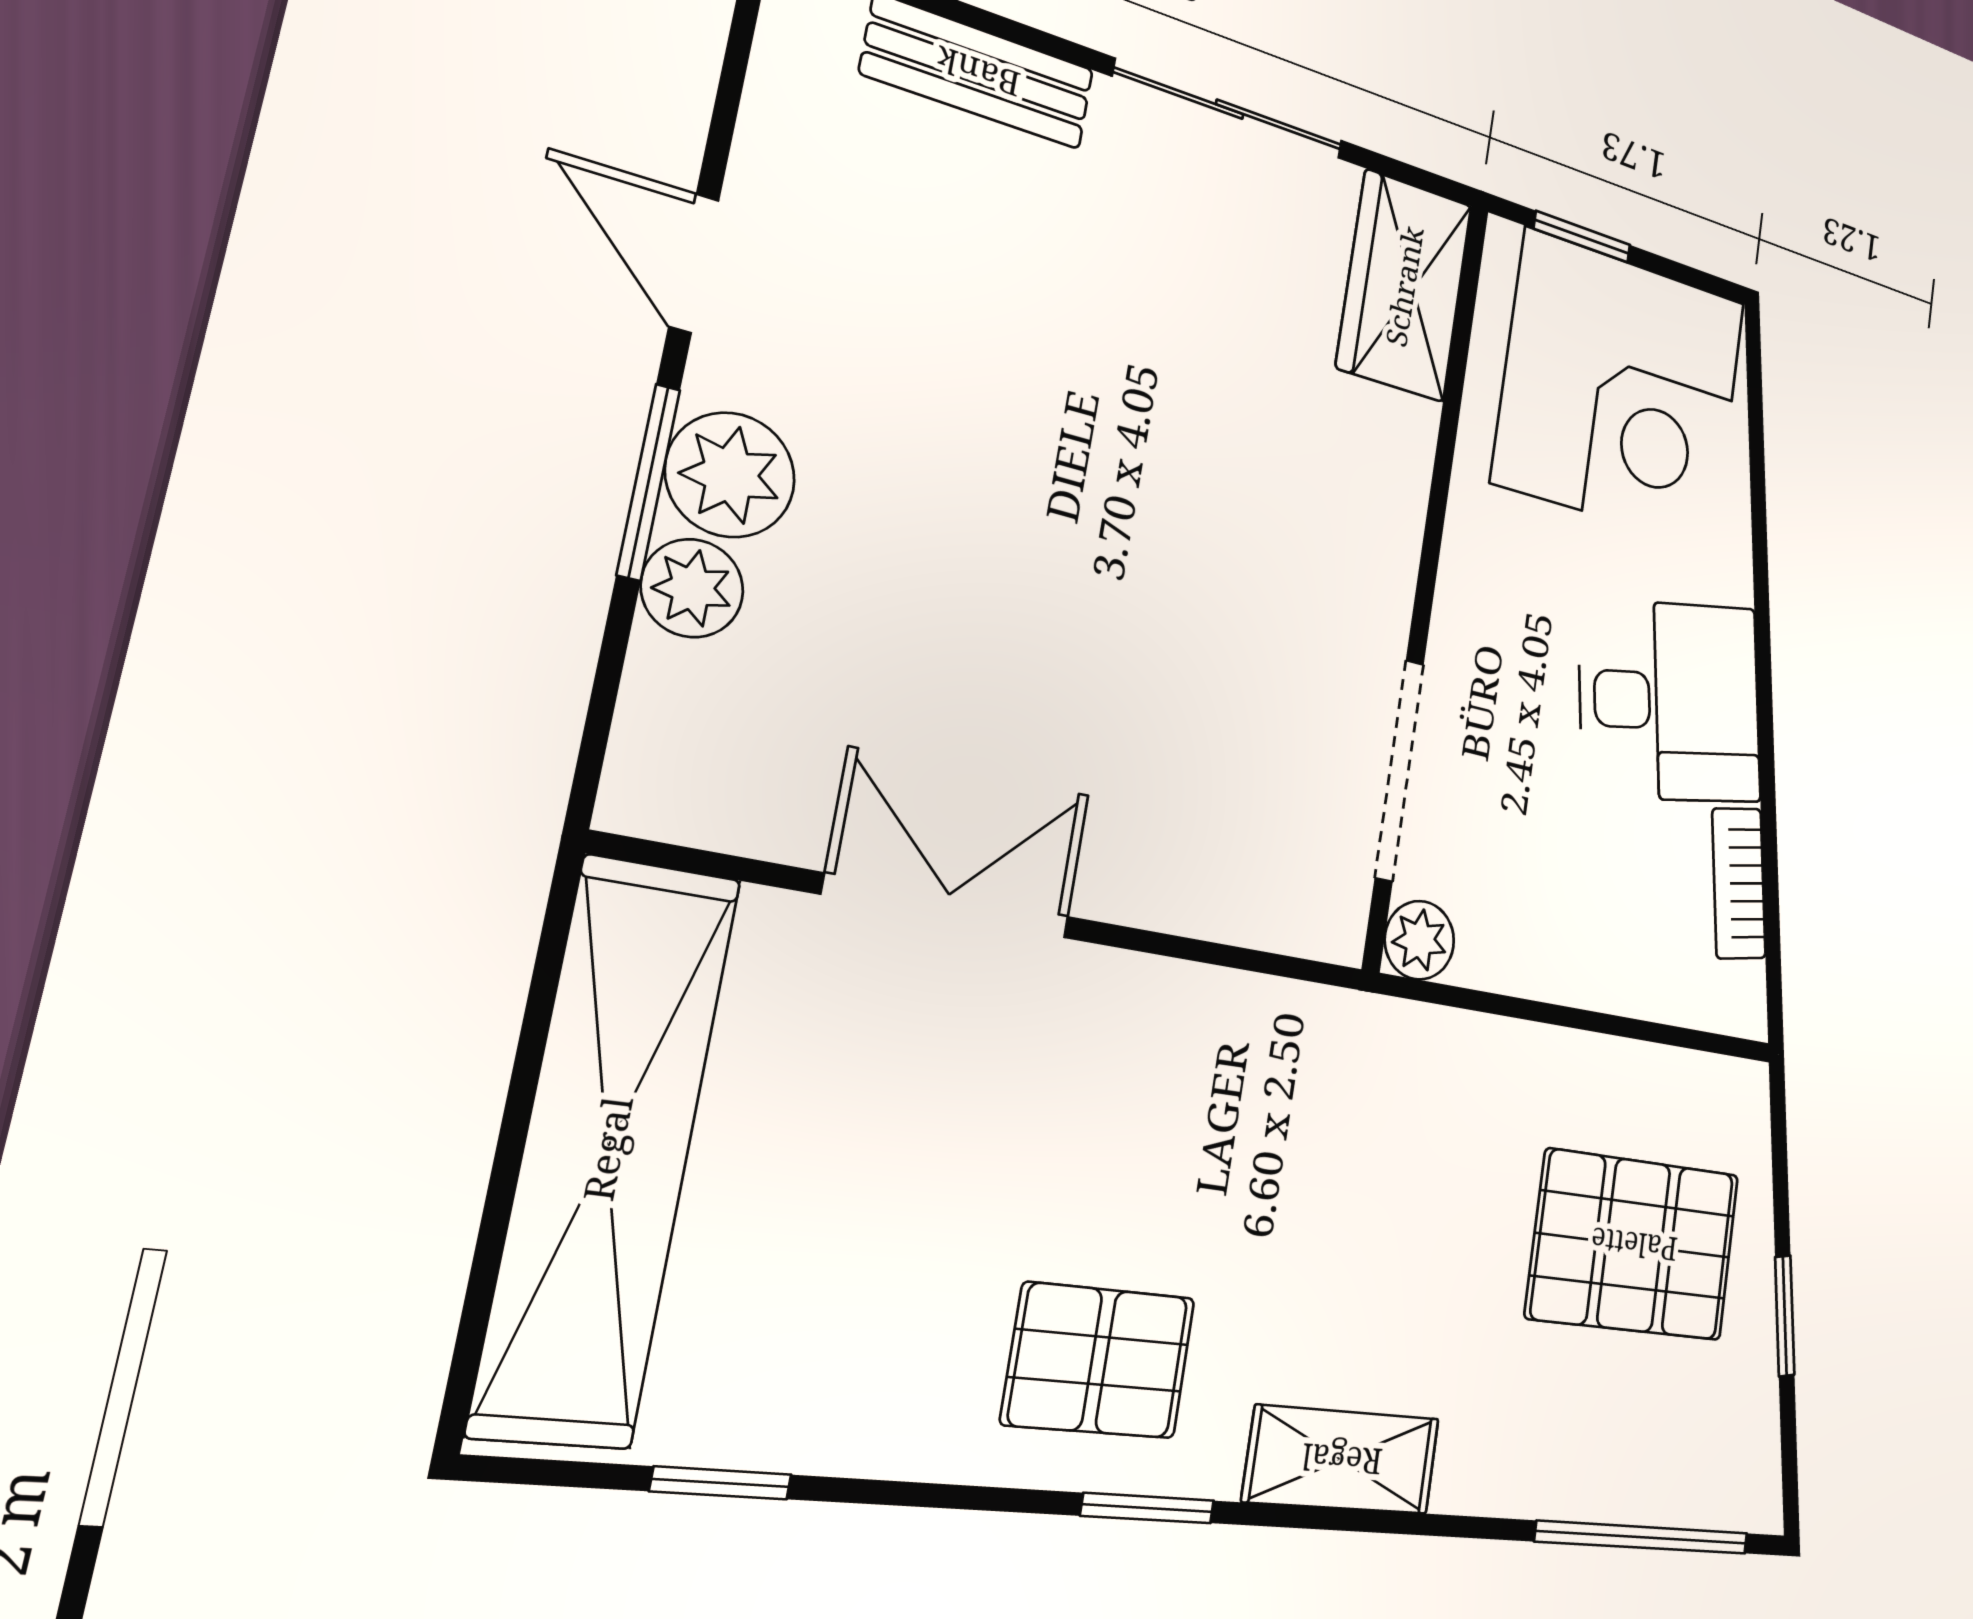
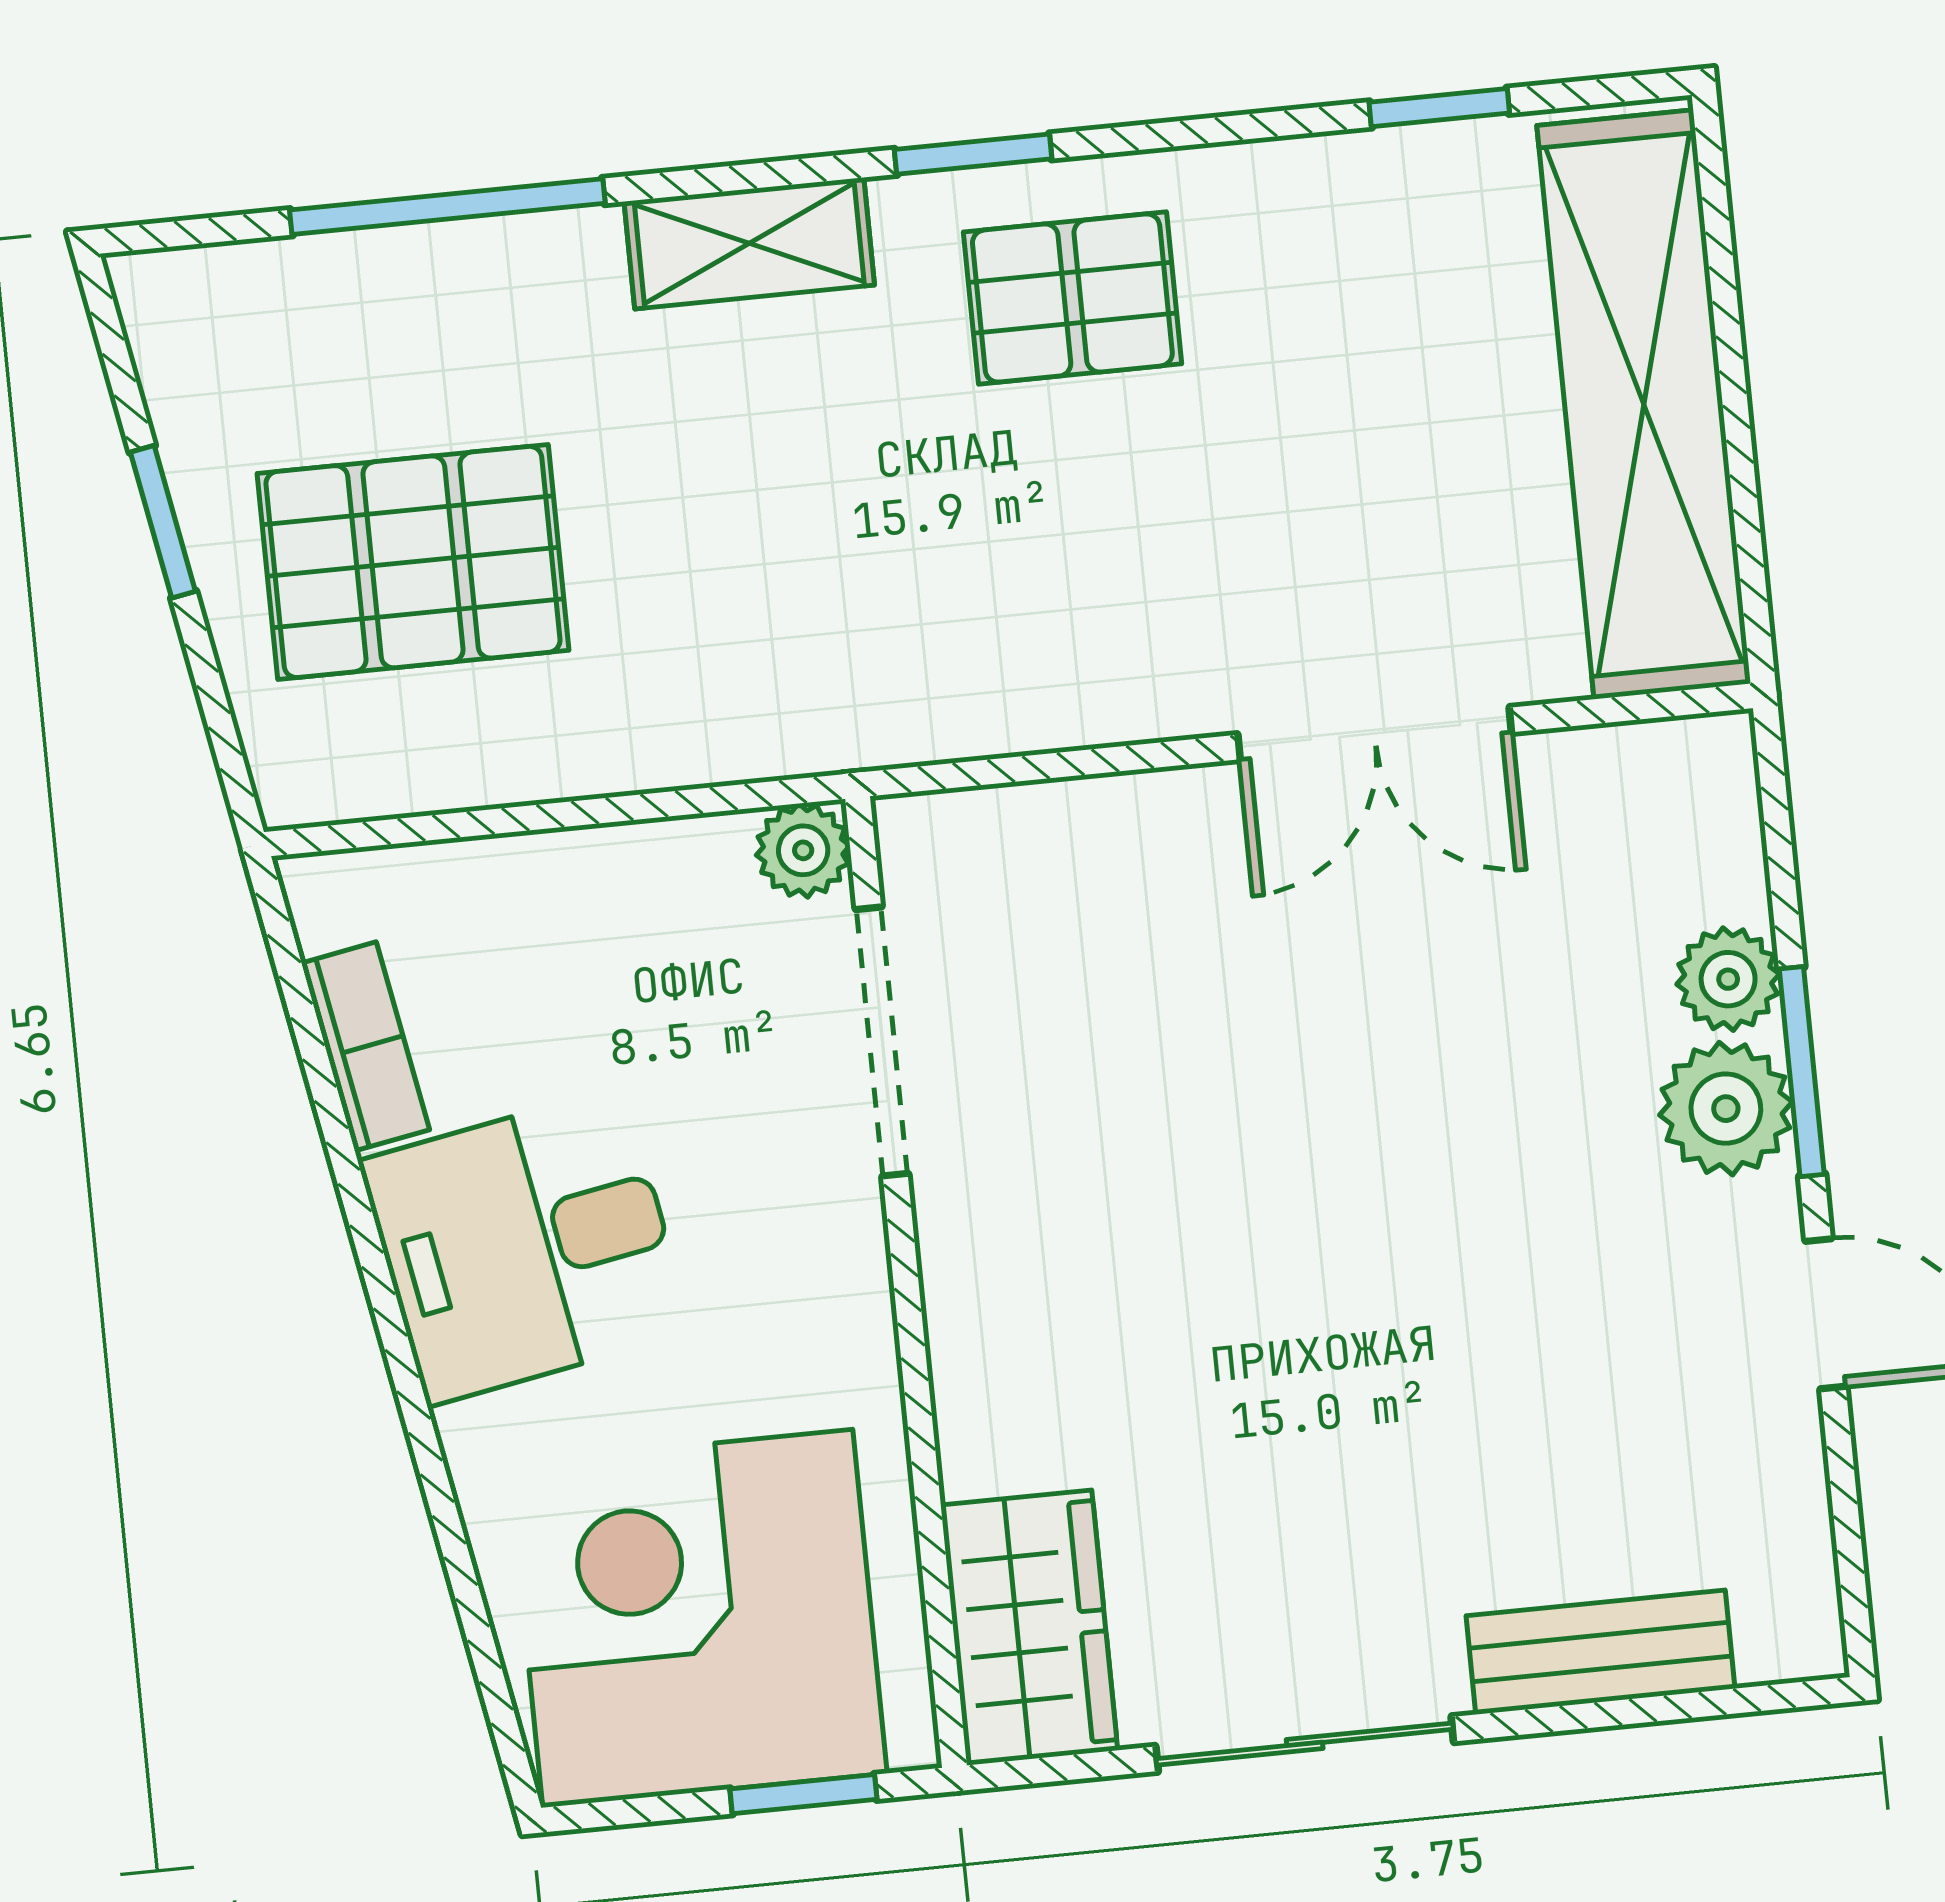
window: (1643, 1537) -> (447, 207), moved

